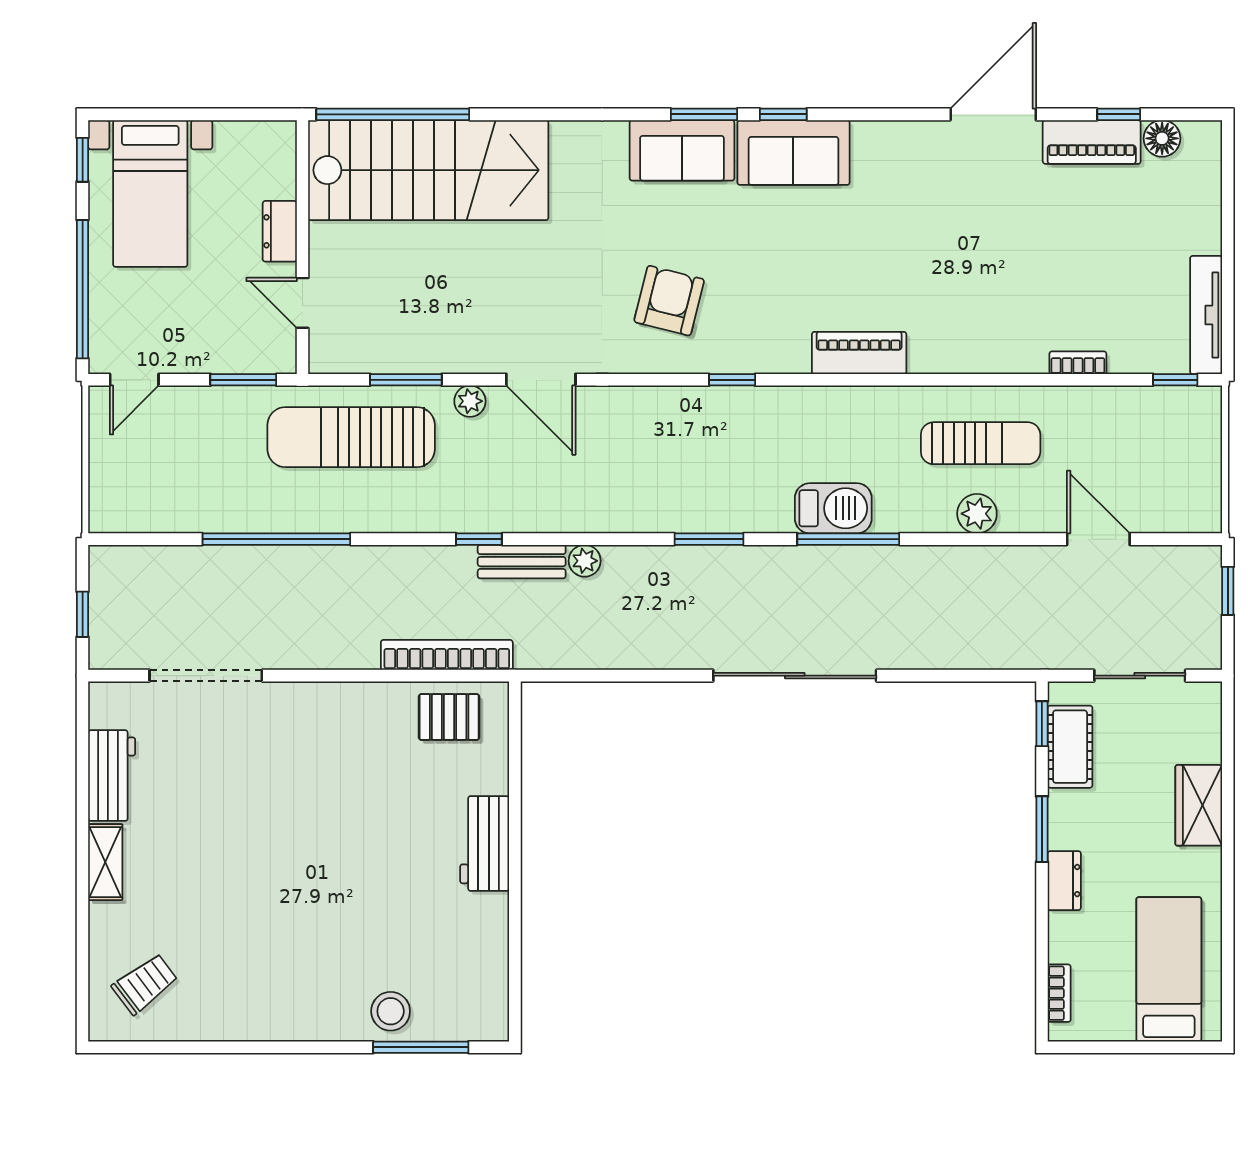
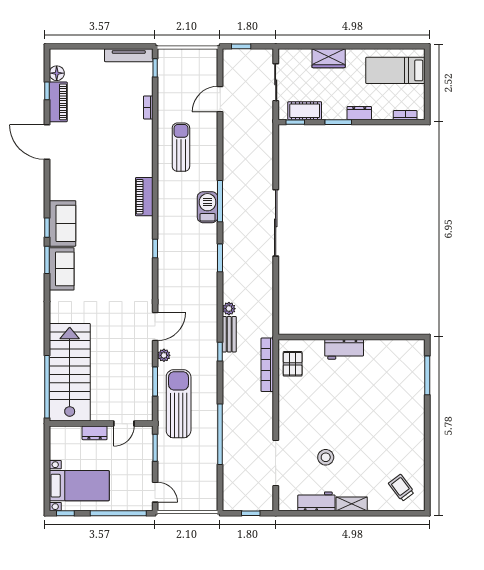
armchair: (669, 301) -> (123, 274), removed
sun lounger: (351, 437) -> (179, 404), turned 180
plant: (977, 514) -> (210, 149), removed
stool: (391, 1011) -> (326, 457), moved

